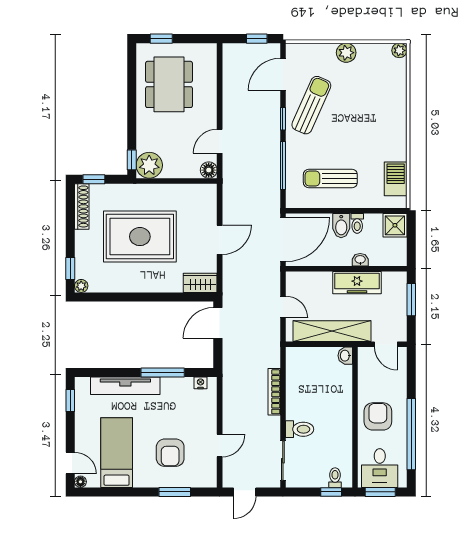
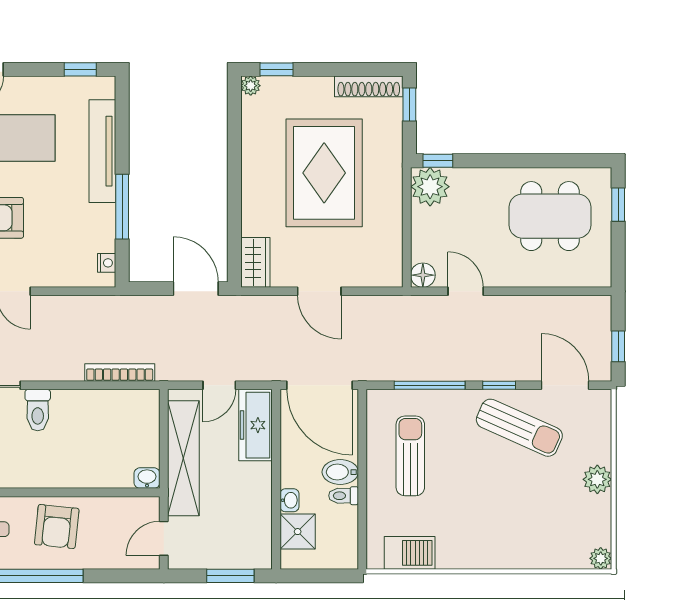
shower: (395, 225) -> (298, 532), moved
freezer: (357, 283) -> (256, 425), moved
bookcase: (274, 392) -> (120, 372), moved
armchair: (378, 416) -> (57, 527), turned 96

